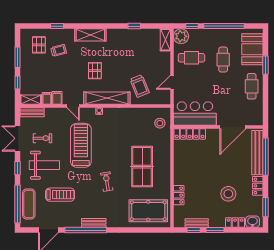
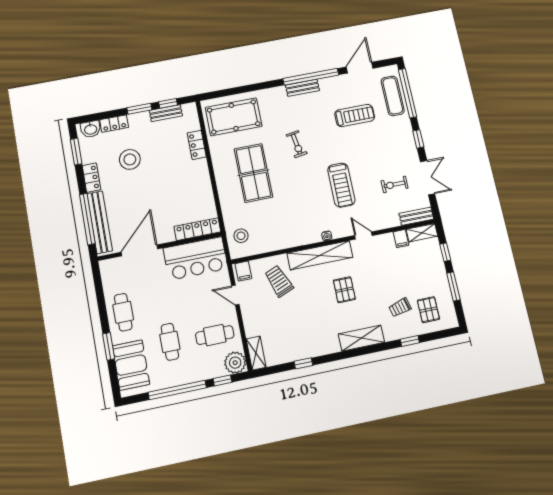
door: (172, 82) -> (235, 295), swing flipped
filing cabinet: (57, 98) -> (243, 271), moved
treadmill: (81, 145) -> (341, 185), width x0.73, depth x0.73
weight bench: (44, 165) -> (384, 150), removed
treadmill: (60, 195) -> (355, 115), turned 180

